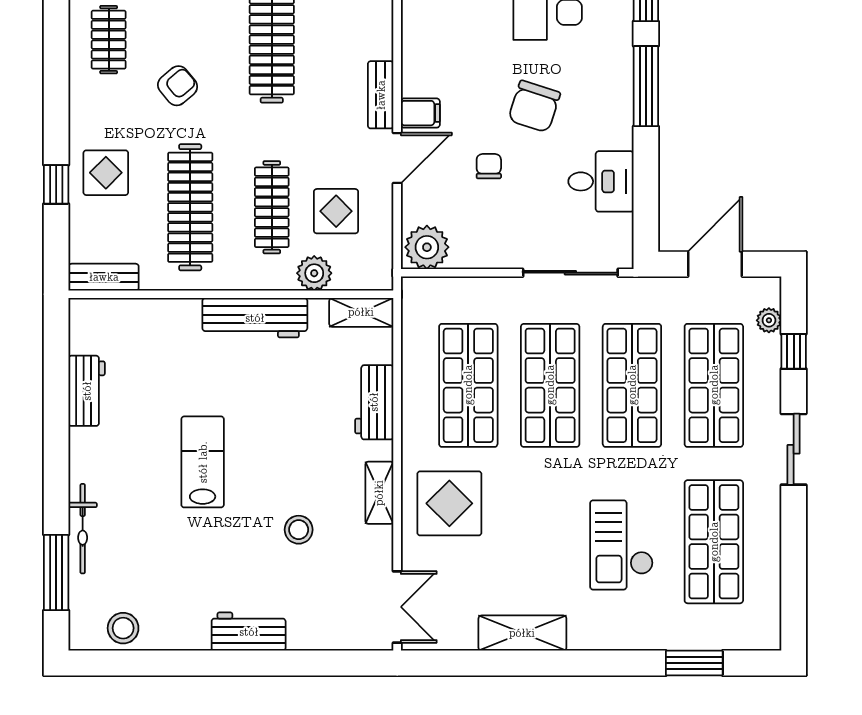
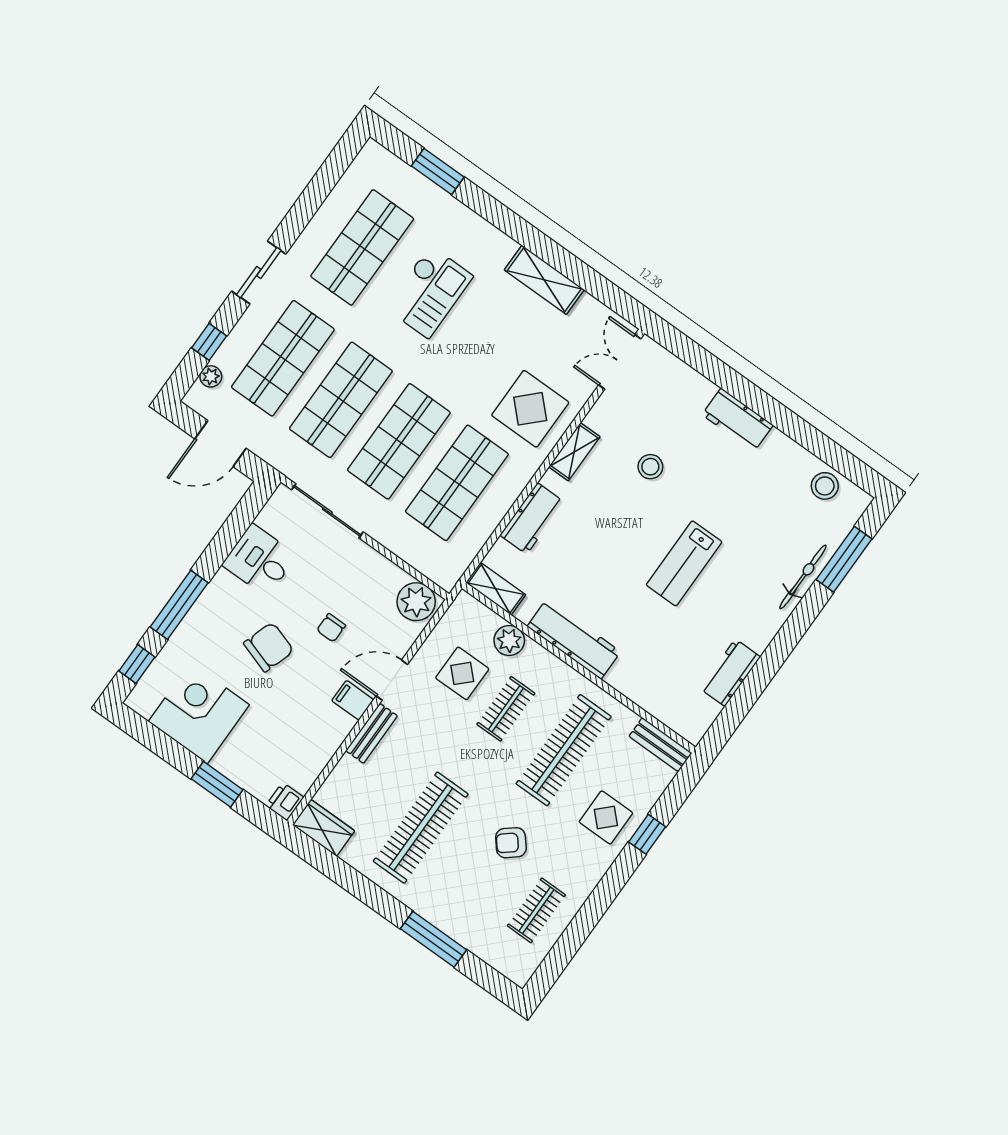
clothes rail: (272, 207) -> (506, 709), width x0.73

